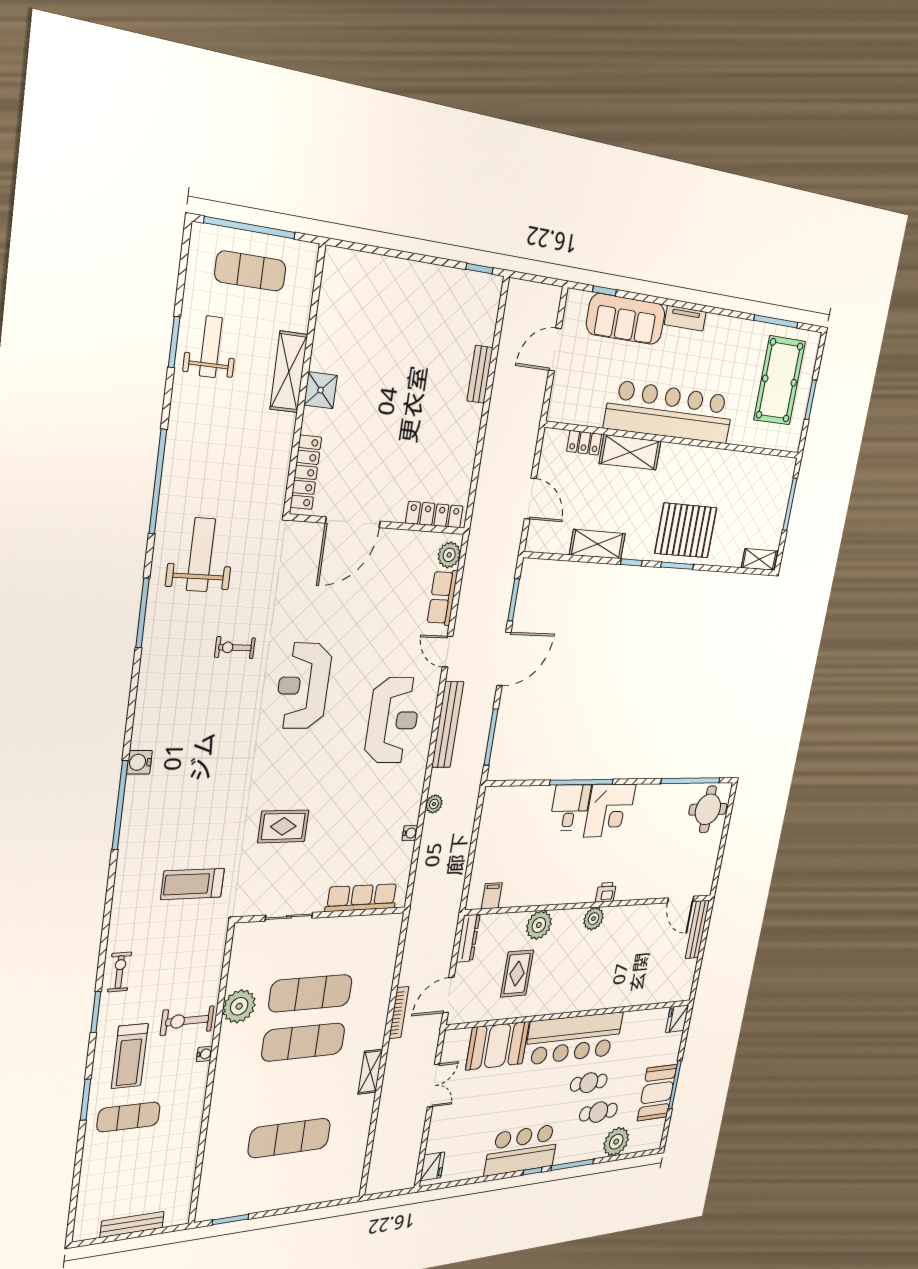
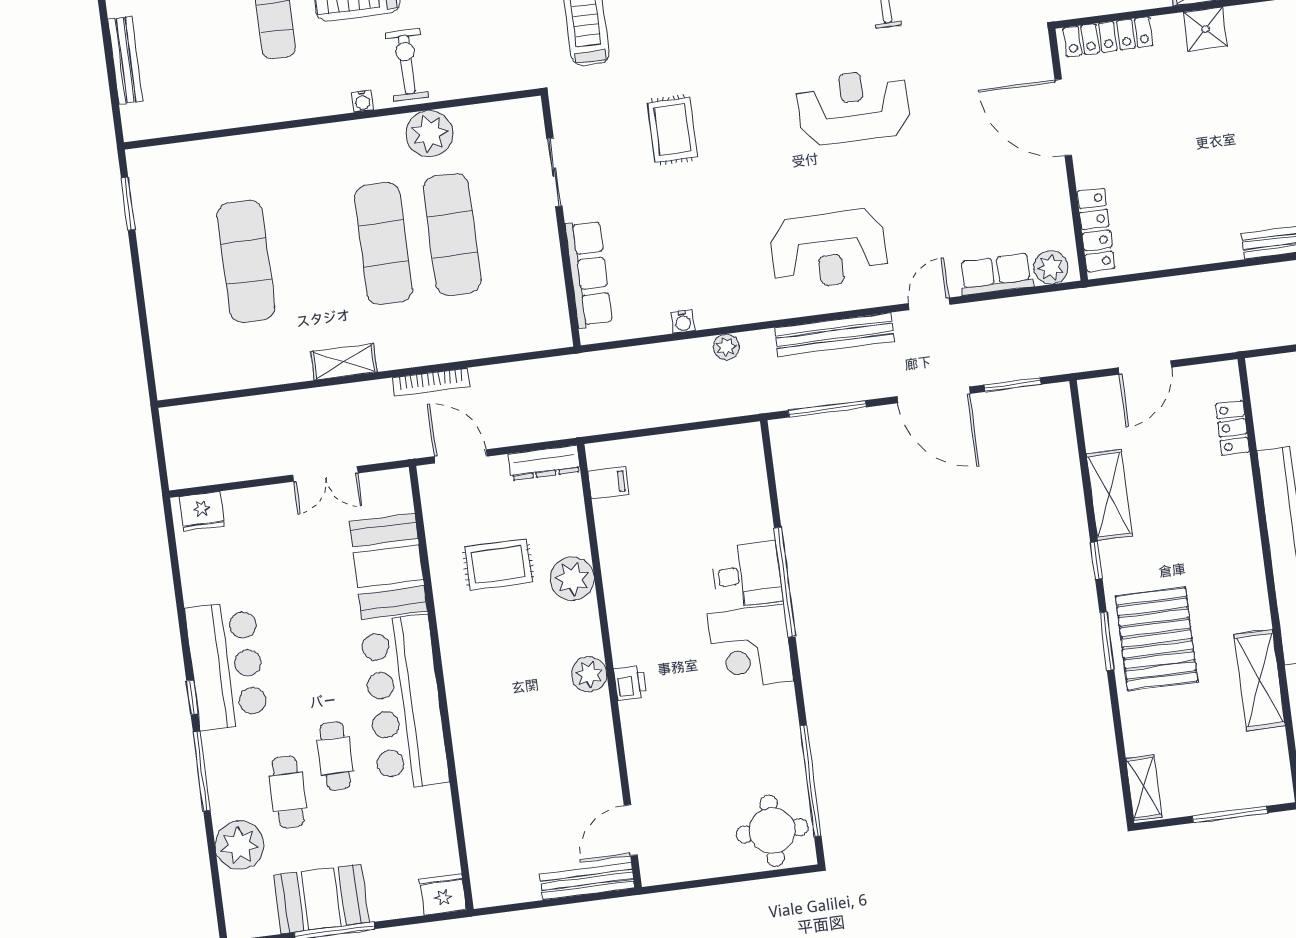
shelving: (630, 452) -> (1260, 680), moved

